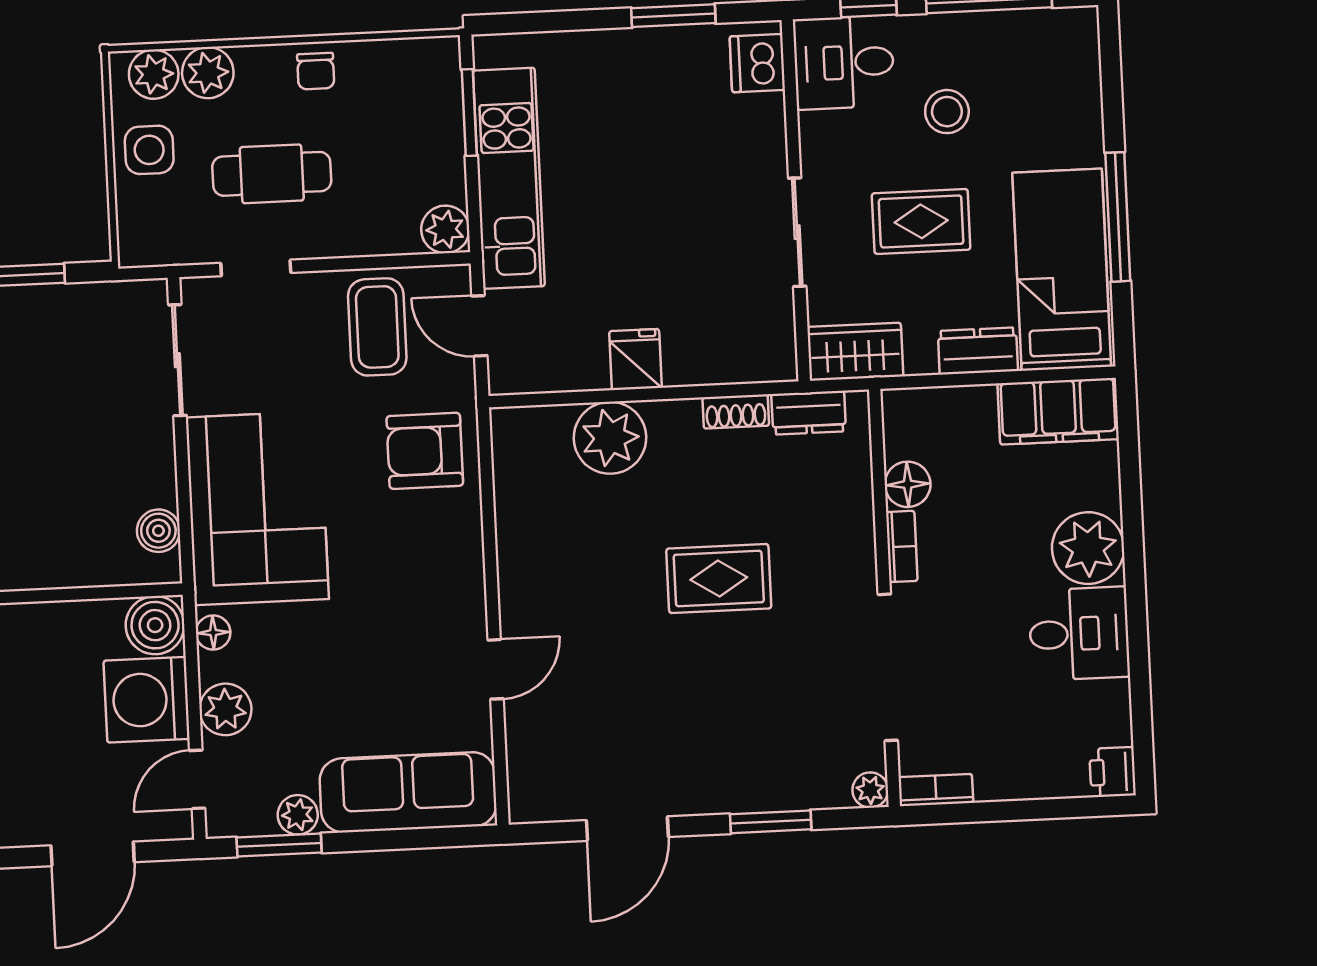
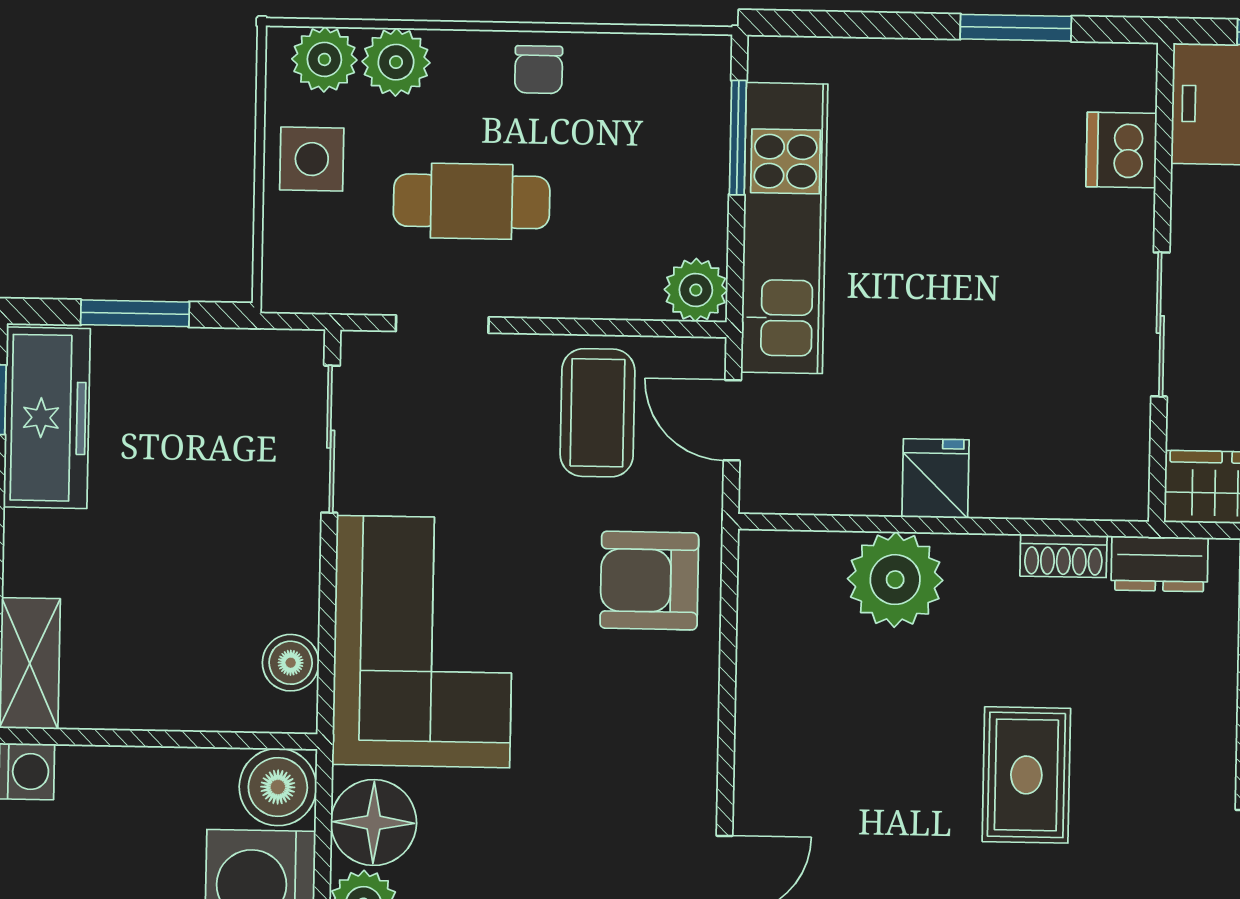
dishwasher: (757, 63) -> (1121, 150), moved
rug: (719, 579) -> (1026, 775), turned 90
floor lamp: (213, 633) -> (374, 822), width x1.89, depth x1.89

